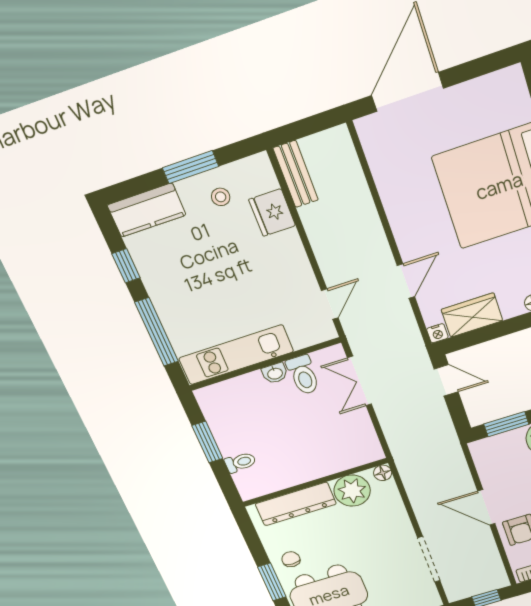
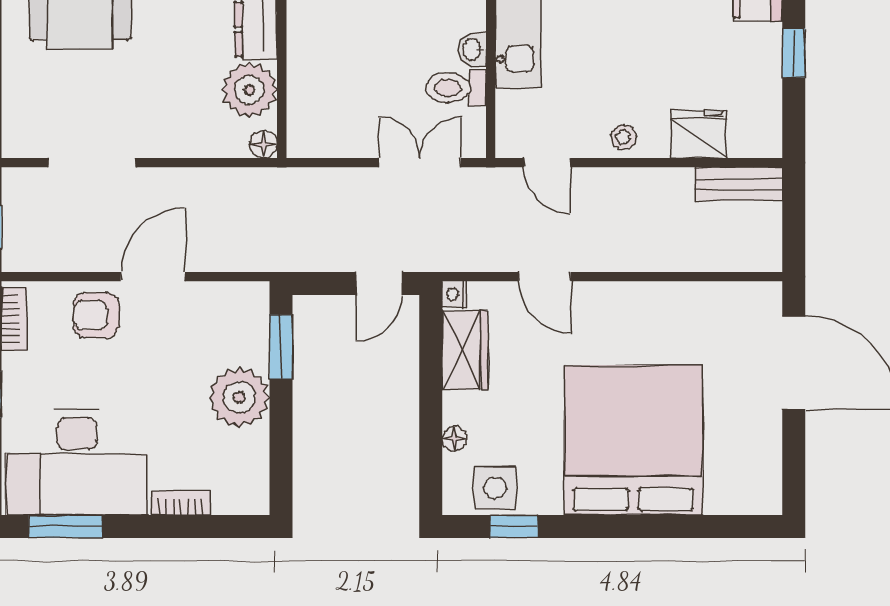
window: (191, 167) -> (794, 53), width x0.67
stool: (221, 197) -> (623, 137), moved

